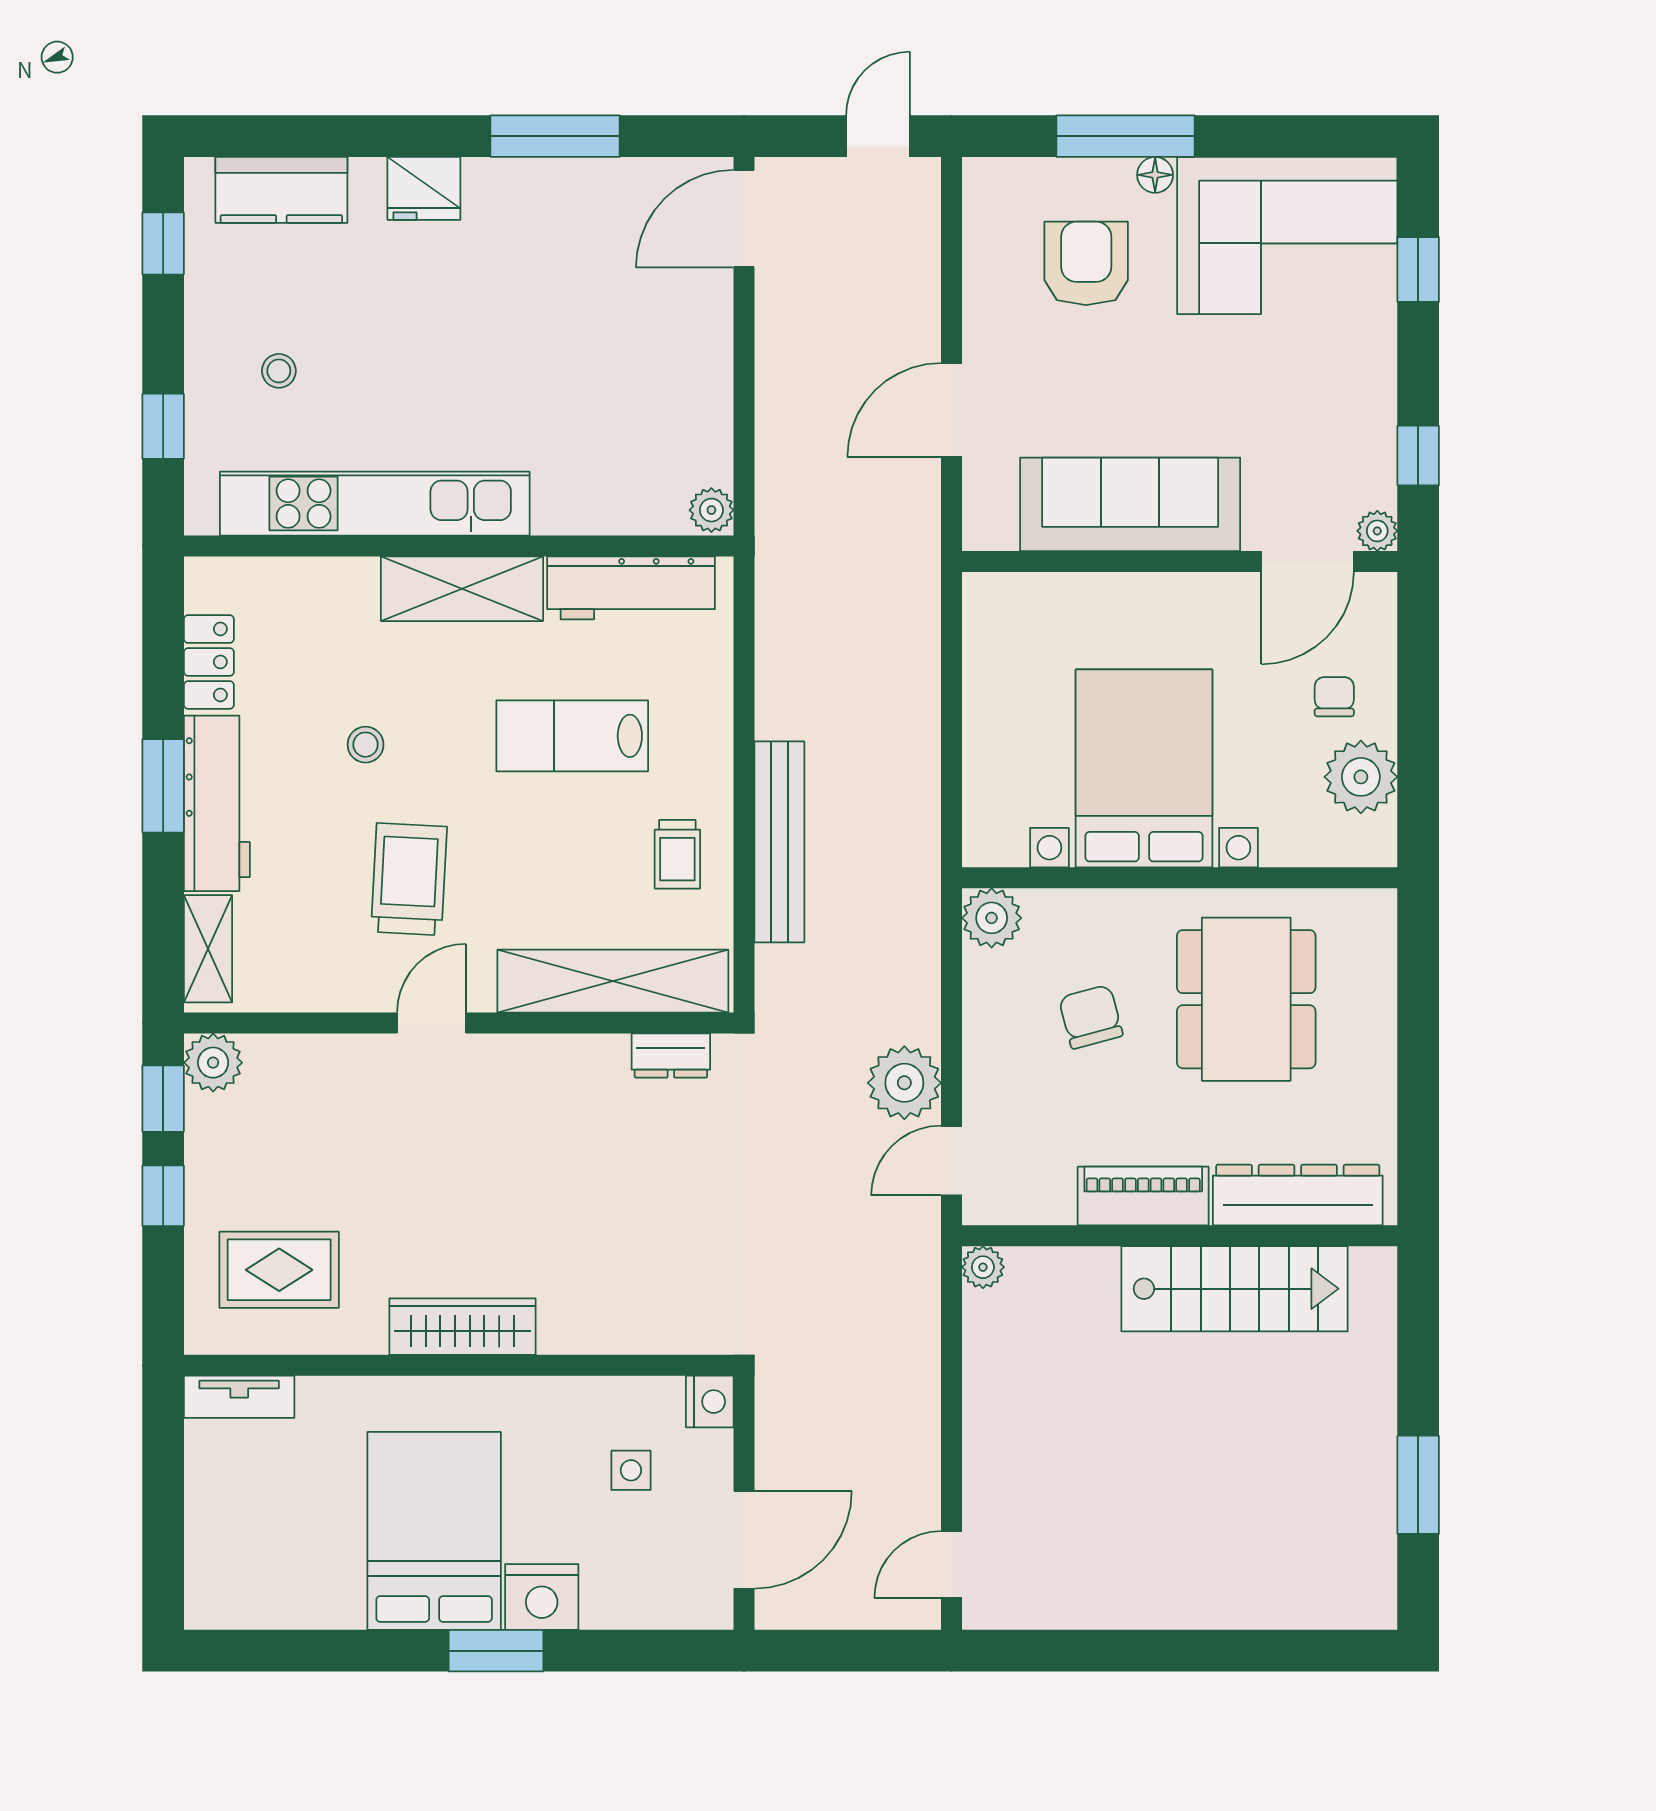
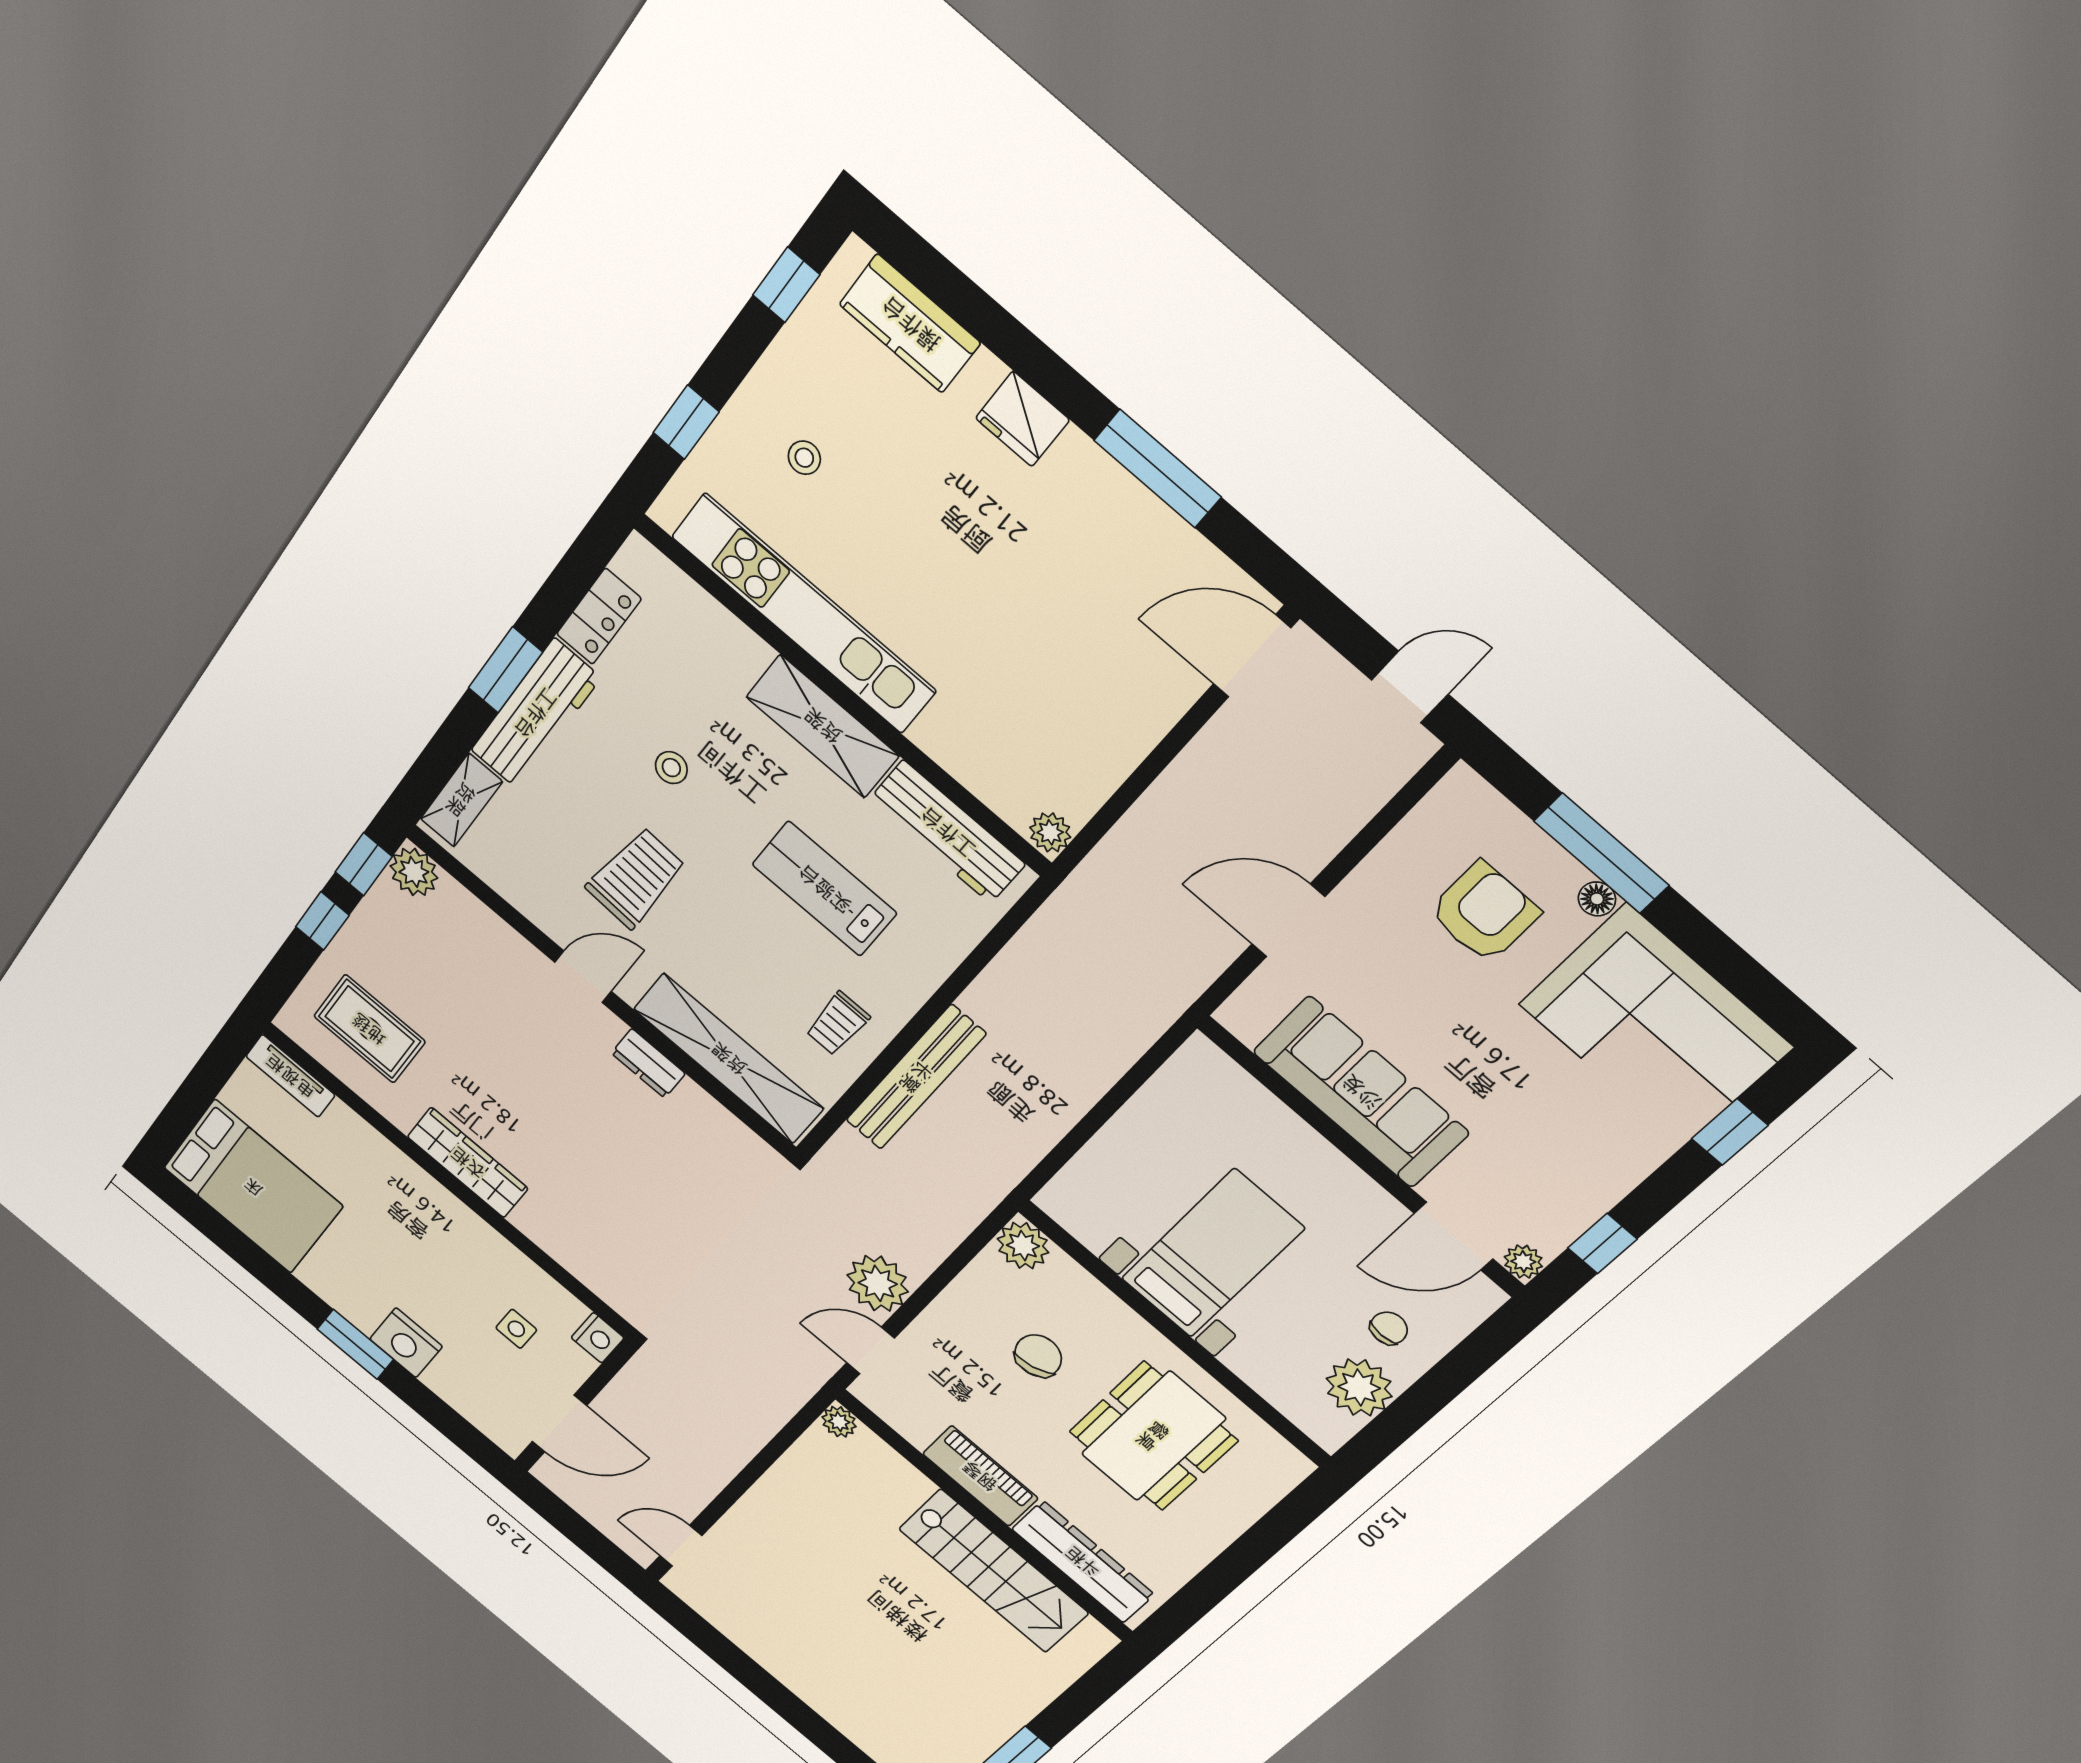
bed with nightstands: (1144, 768) -> (1212, 1254), width x0.73
dresser: (671, 1056) -> (648, 1063), moved
bed: (434, 1531) -> (253, 1187), moved, turned 90

